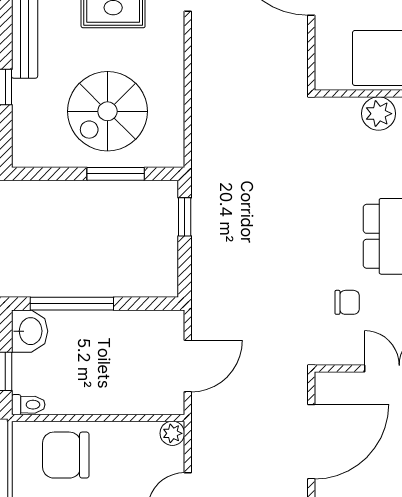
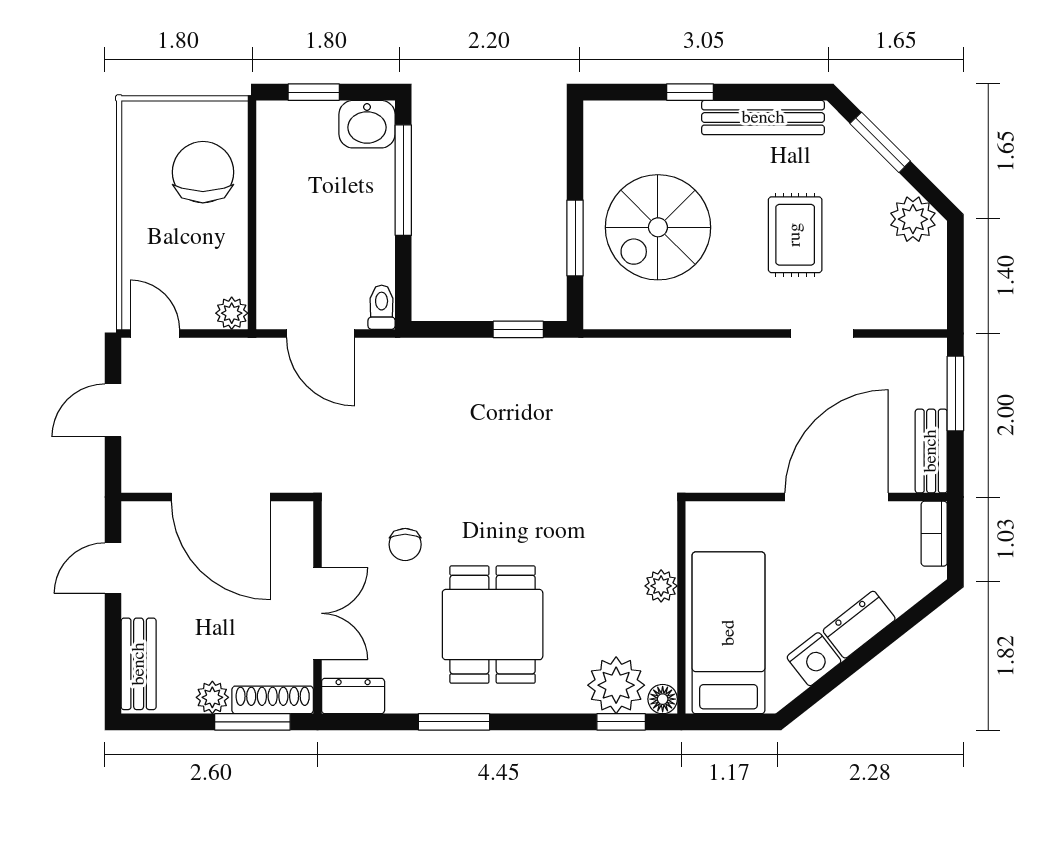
spiral stairs: (107, 111) -> (658, 227), turned -90
plant: (378, 114) -> (661, 586), width x0.73, depth x0.73
toilet: (28, 405) -> (382, 307), moved, turned 180

